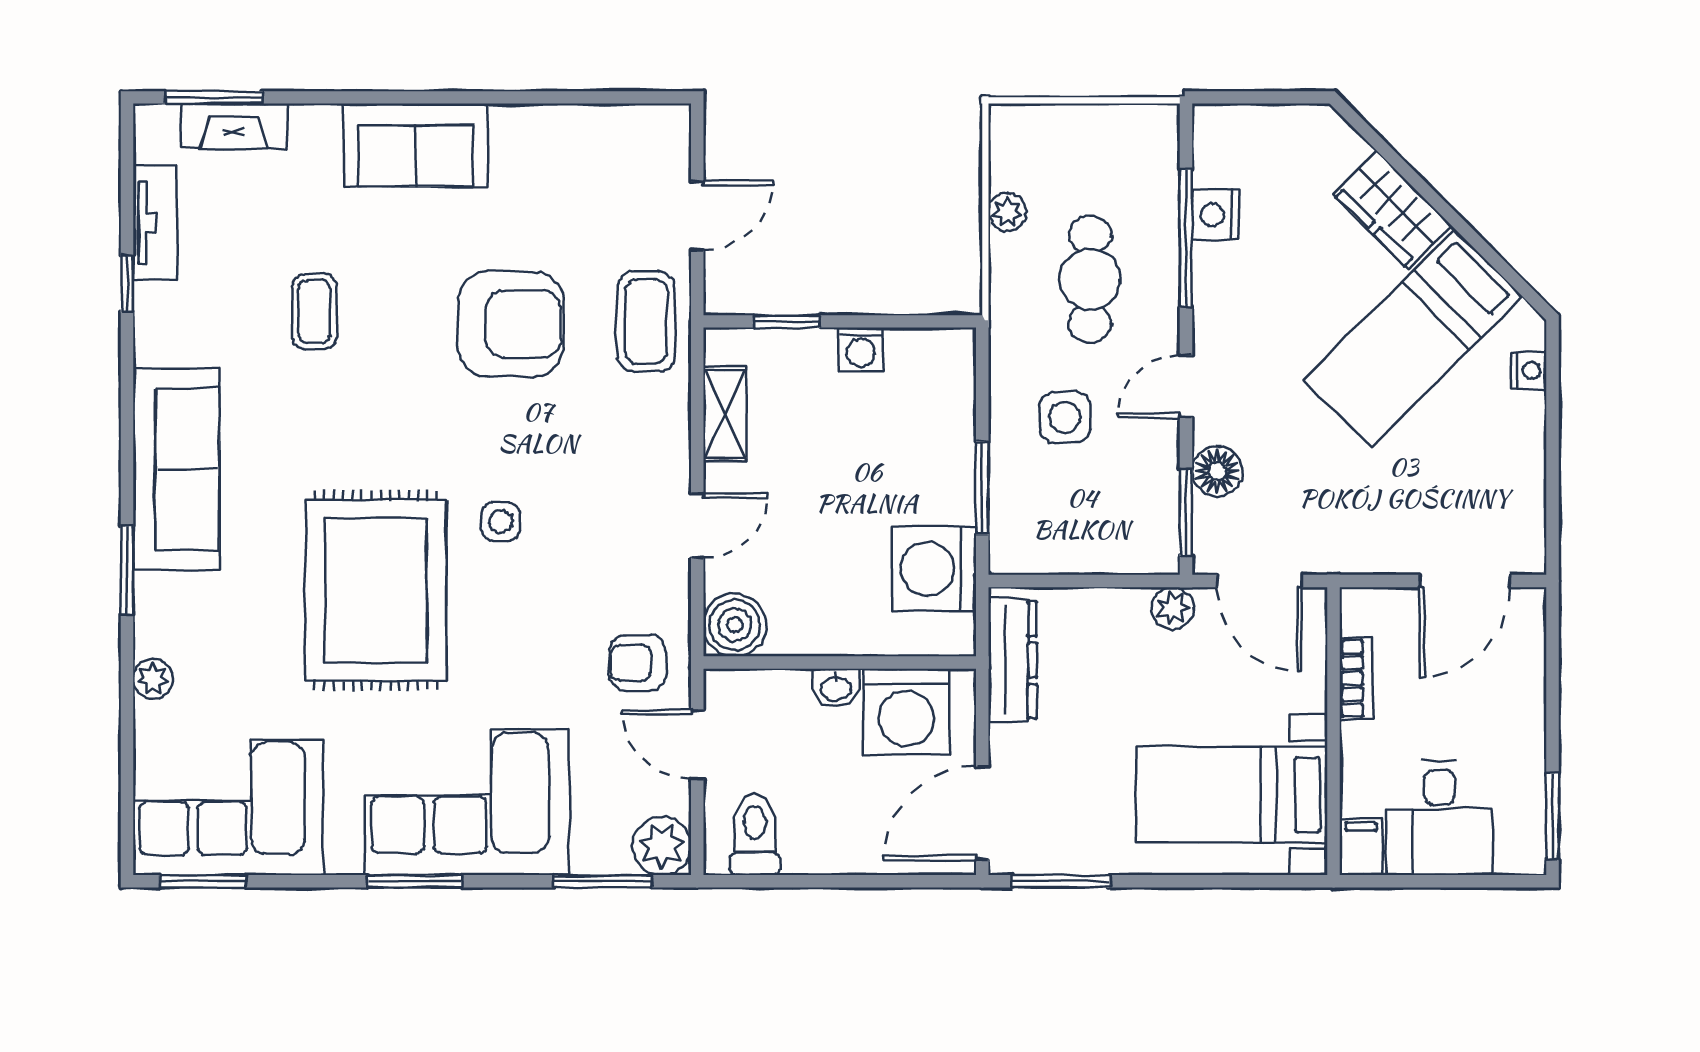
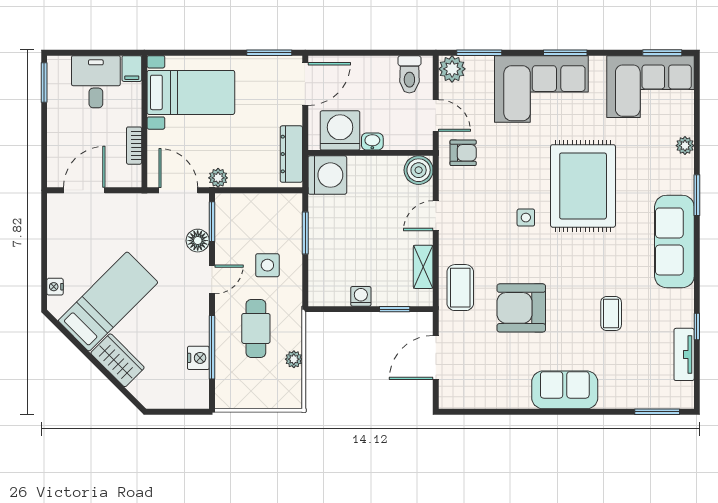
fireplace: (234, 126) -> (648, 399), removed
door: (697, 216) -> (436, 357), width x1.38
coffee table: (646, 322) -> (460, 288), moved
washing machine: (934, 569) -> (327, 175), moved

